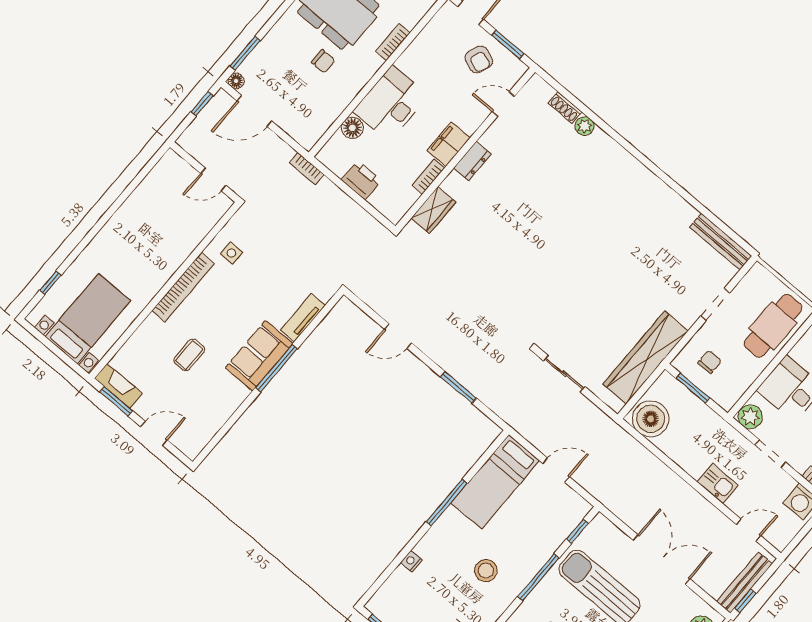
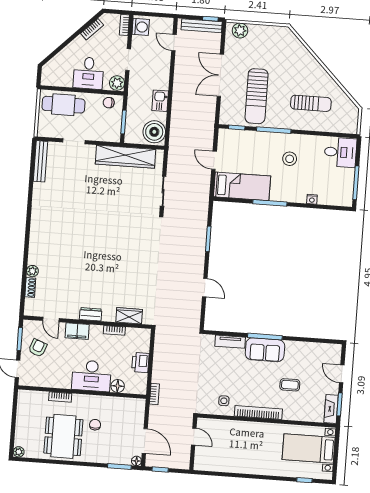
filing cabinet: (449, 144) -> (77, 331), moved
chair: (710, 362) -> (109, 103), moved
kitchen sink: (718, 483) -> (160, 101), moved

